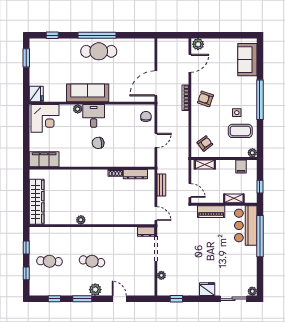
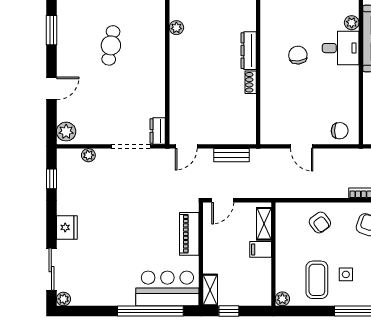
armchair: (205, 143) -> (320, 222), moved
filing cabinet: (241, 166) -> (261, 249), moved
dresser: (135, 174) -> (249, 51), moved
shelving: (234, 198) -> (210, 290), moved
plant: (95, 290) -> (66, 132), moved

